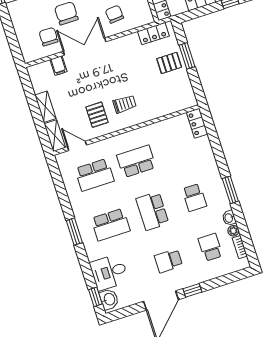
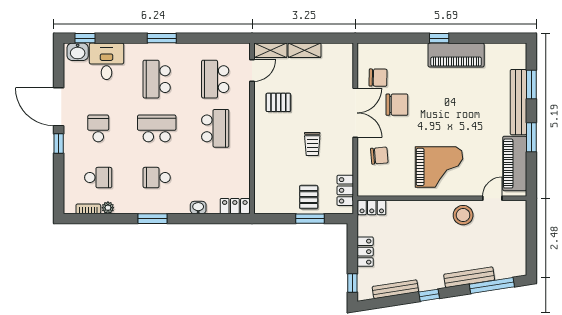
filing cabinet: (58, 66) -> (344, 78), removed
trolley: (125, 104) -> (312, 144), moved
washbasin: (229, 218) -> (198, 208), moved

